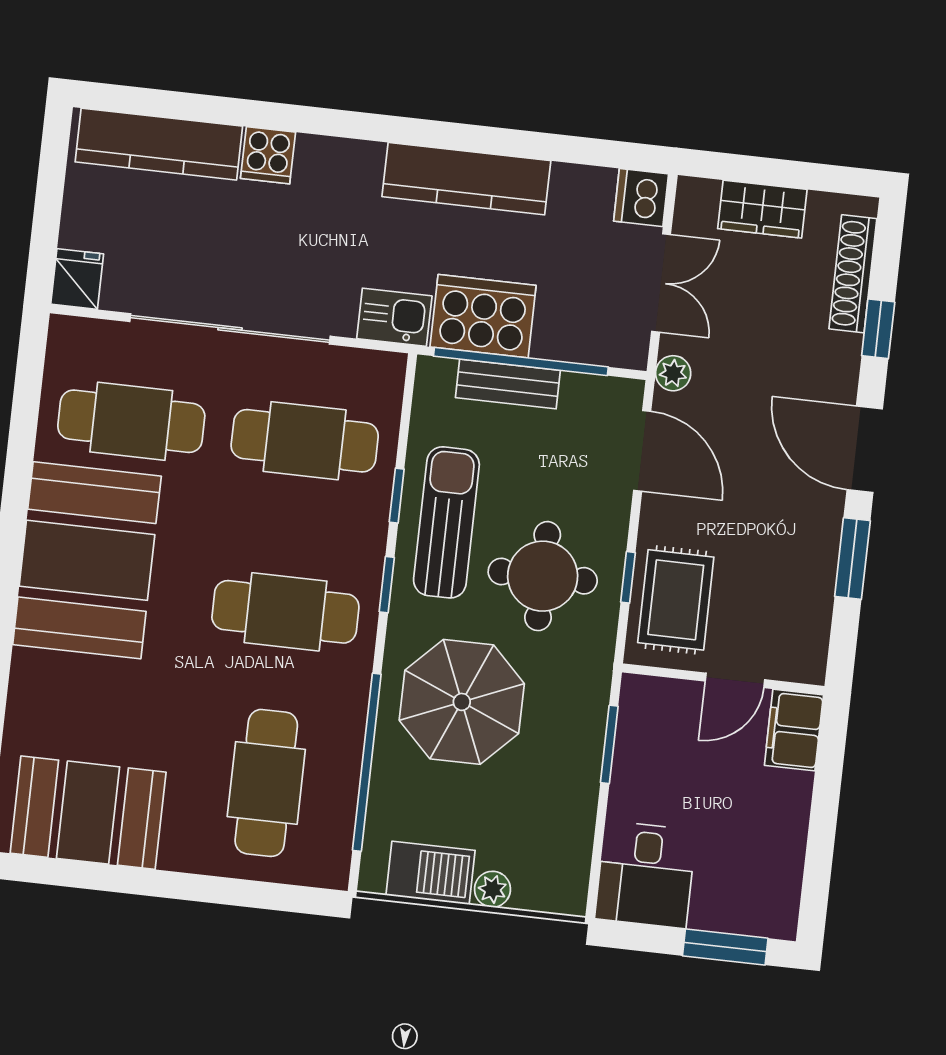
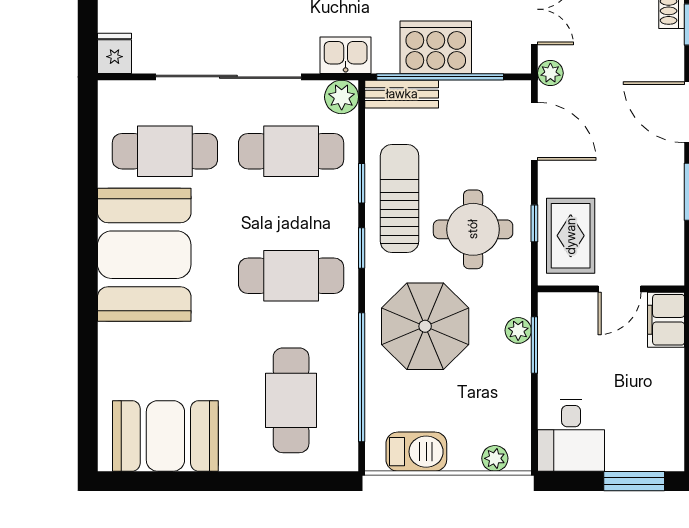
cooker: (483, 316) -> (436, 47), moved
plant: (382, 374) -> (342, 97), added
bench: (508, 384) -> (402, 94), moved
plant: (589, 722) -> (518, 330), added
plant: (492, 889) -> (495, 458), moved

